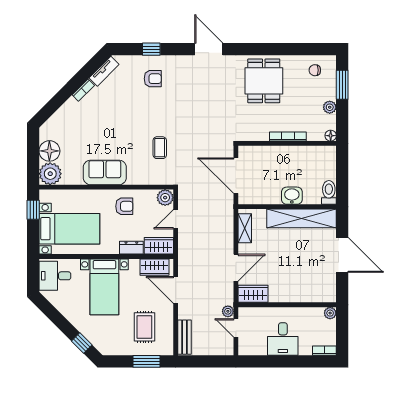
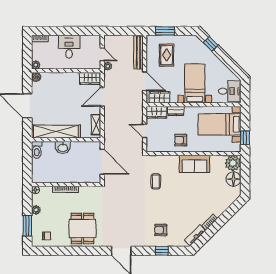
plant: (165, 198) -> (152, 146), removed
door: (176, 219) -> (145, 131), swing flipped
boiler: (330, 296) -> (36, 77), added
bench: (184, 337) -> (138, 52), width x1.36

